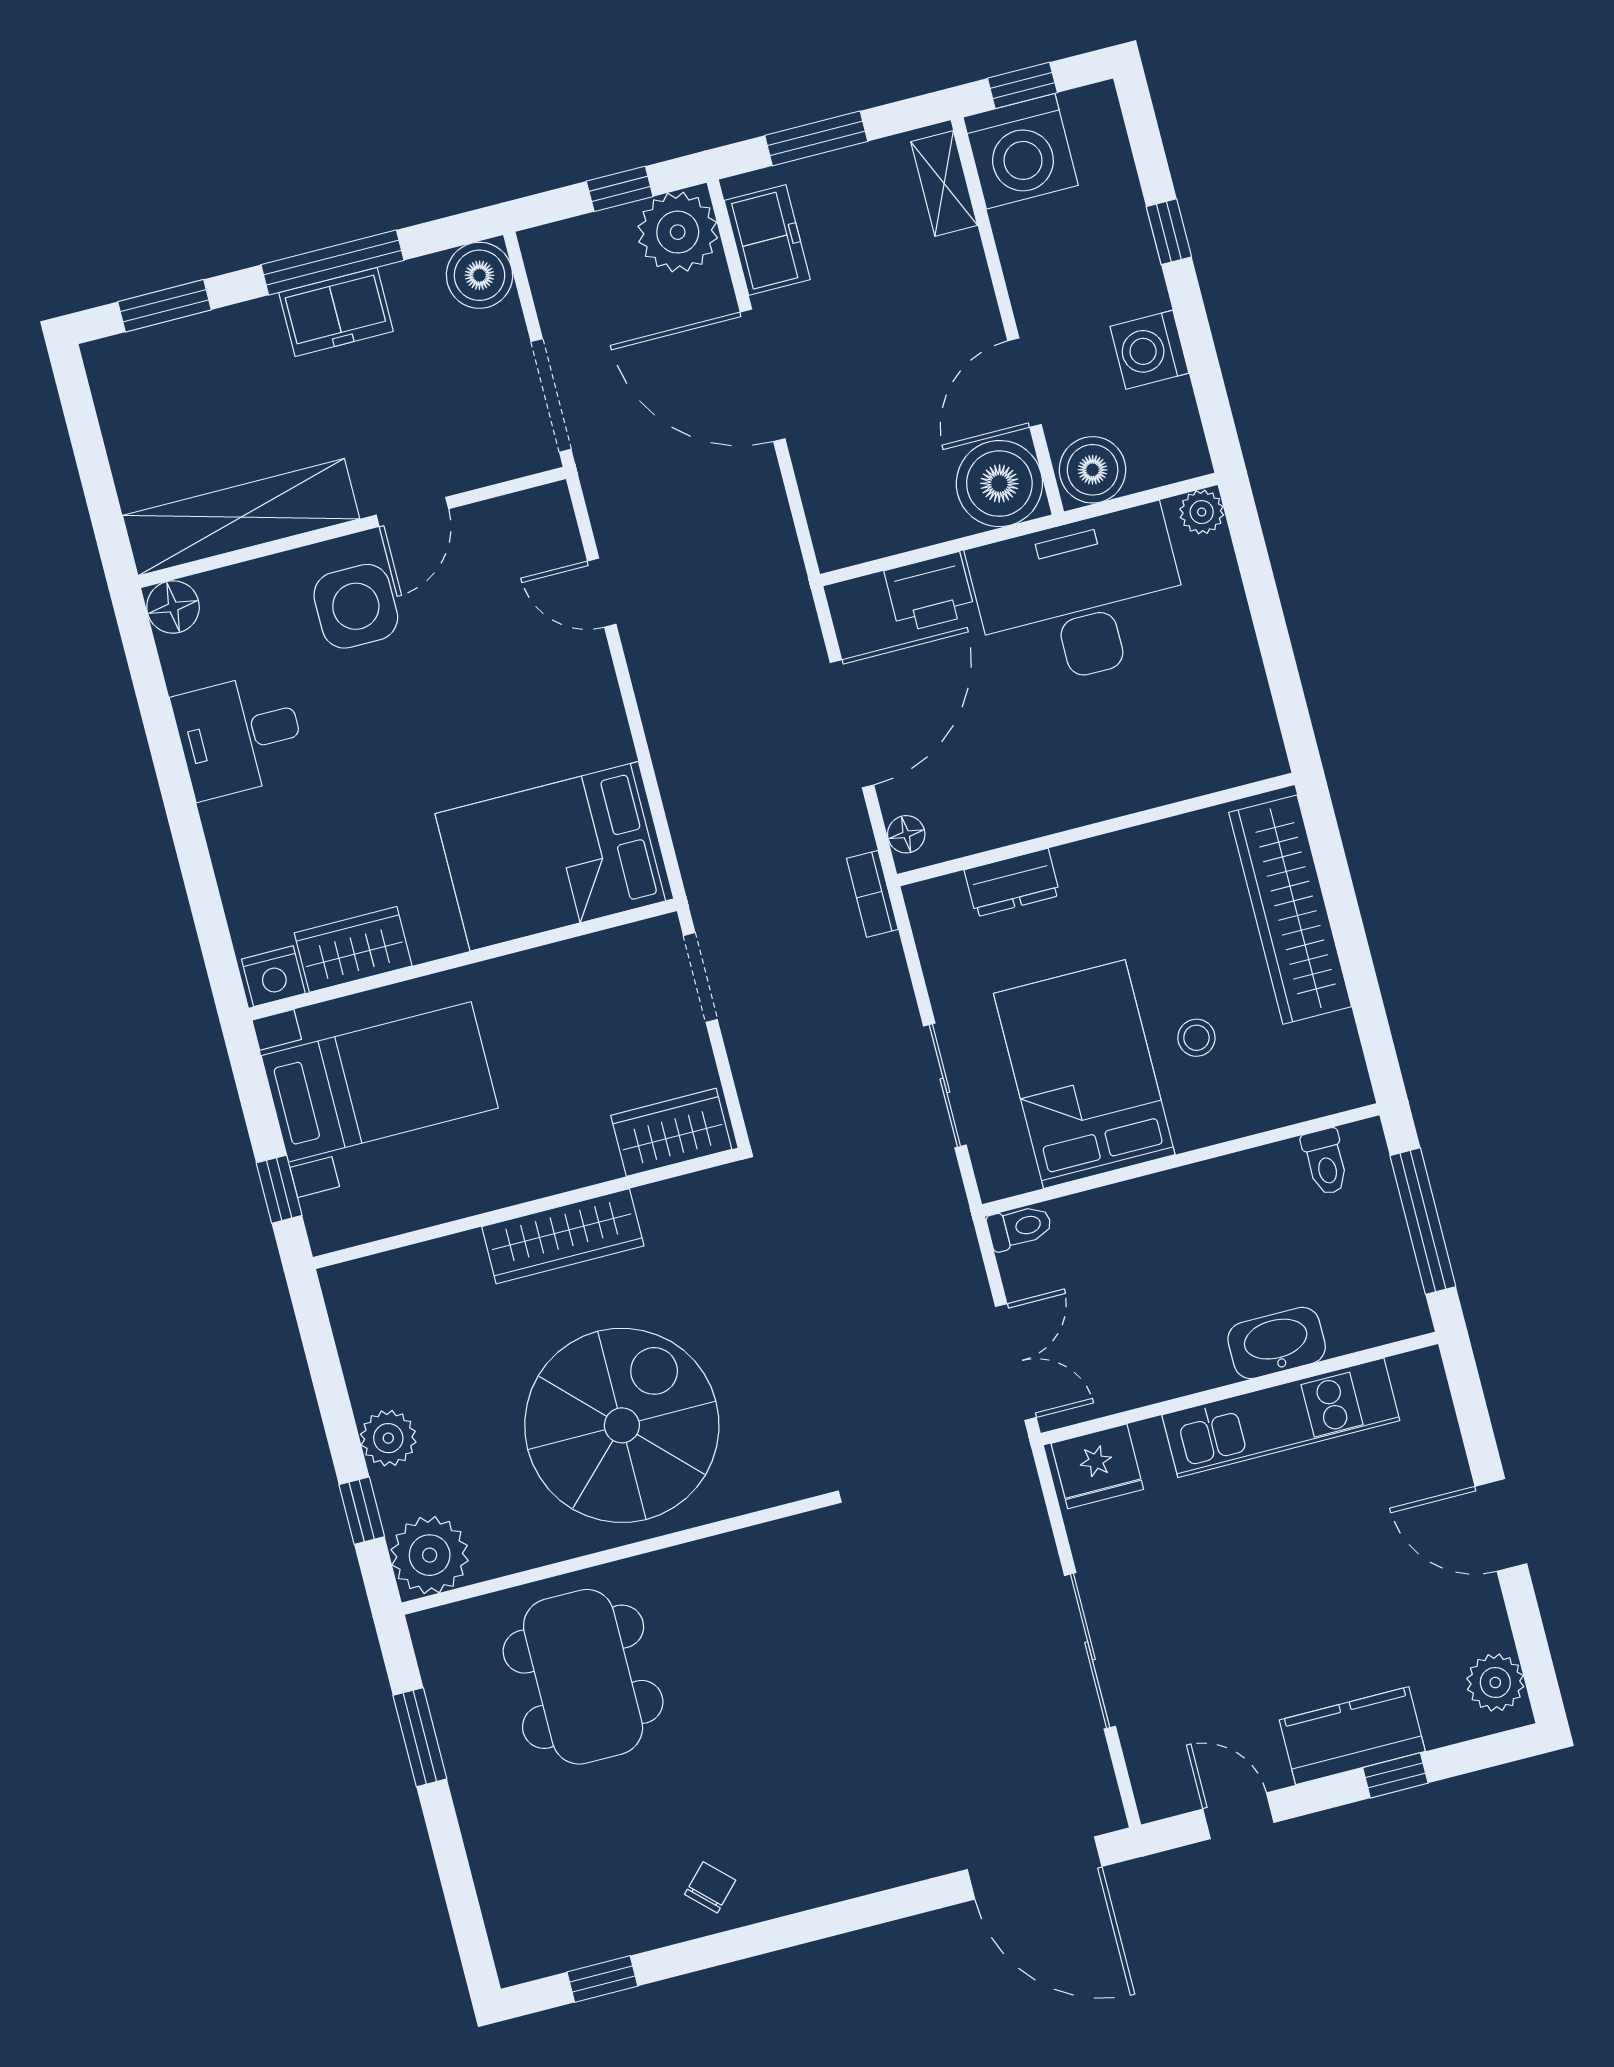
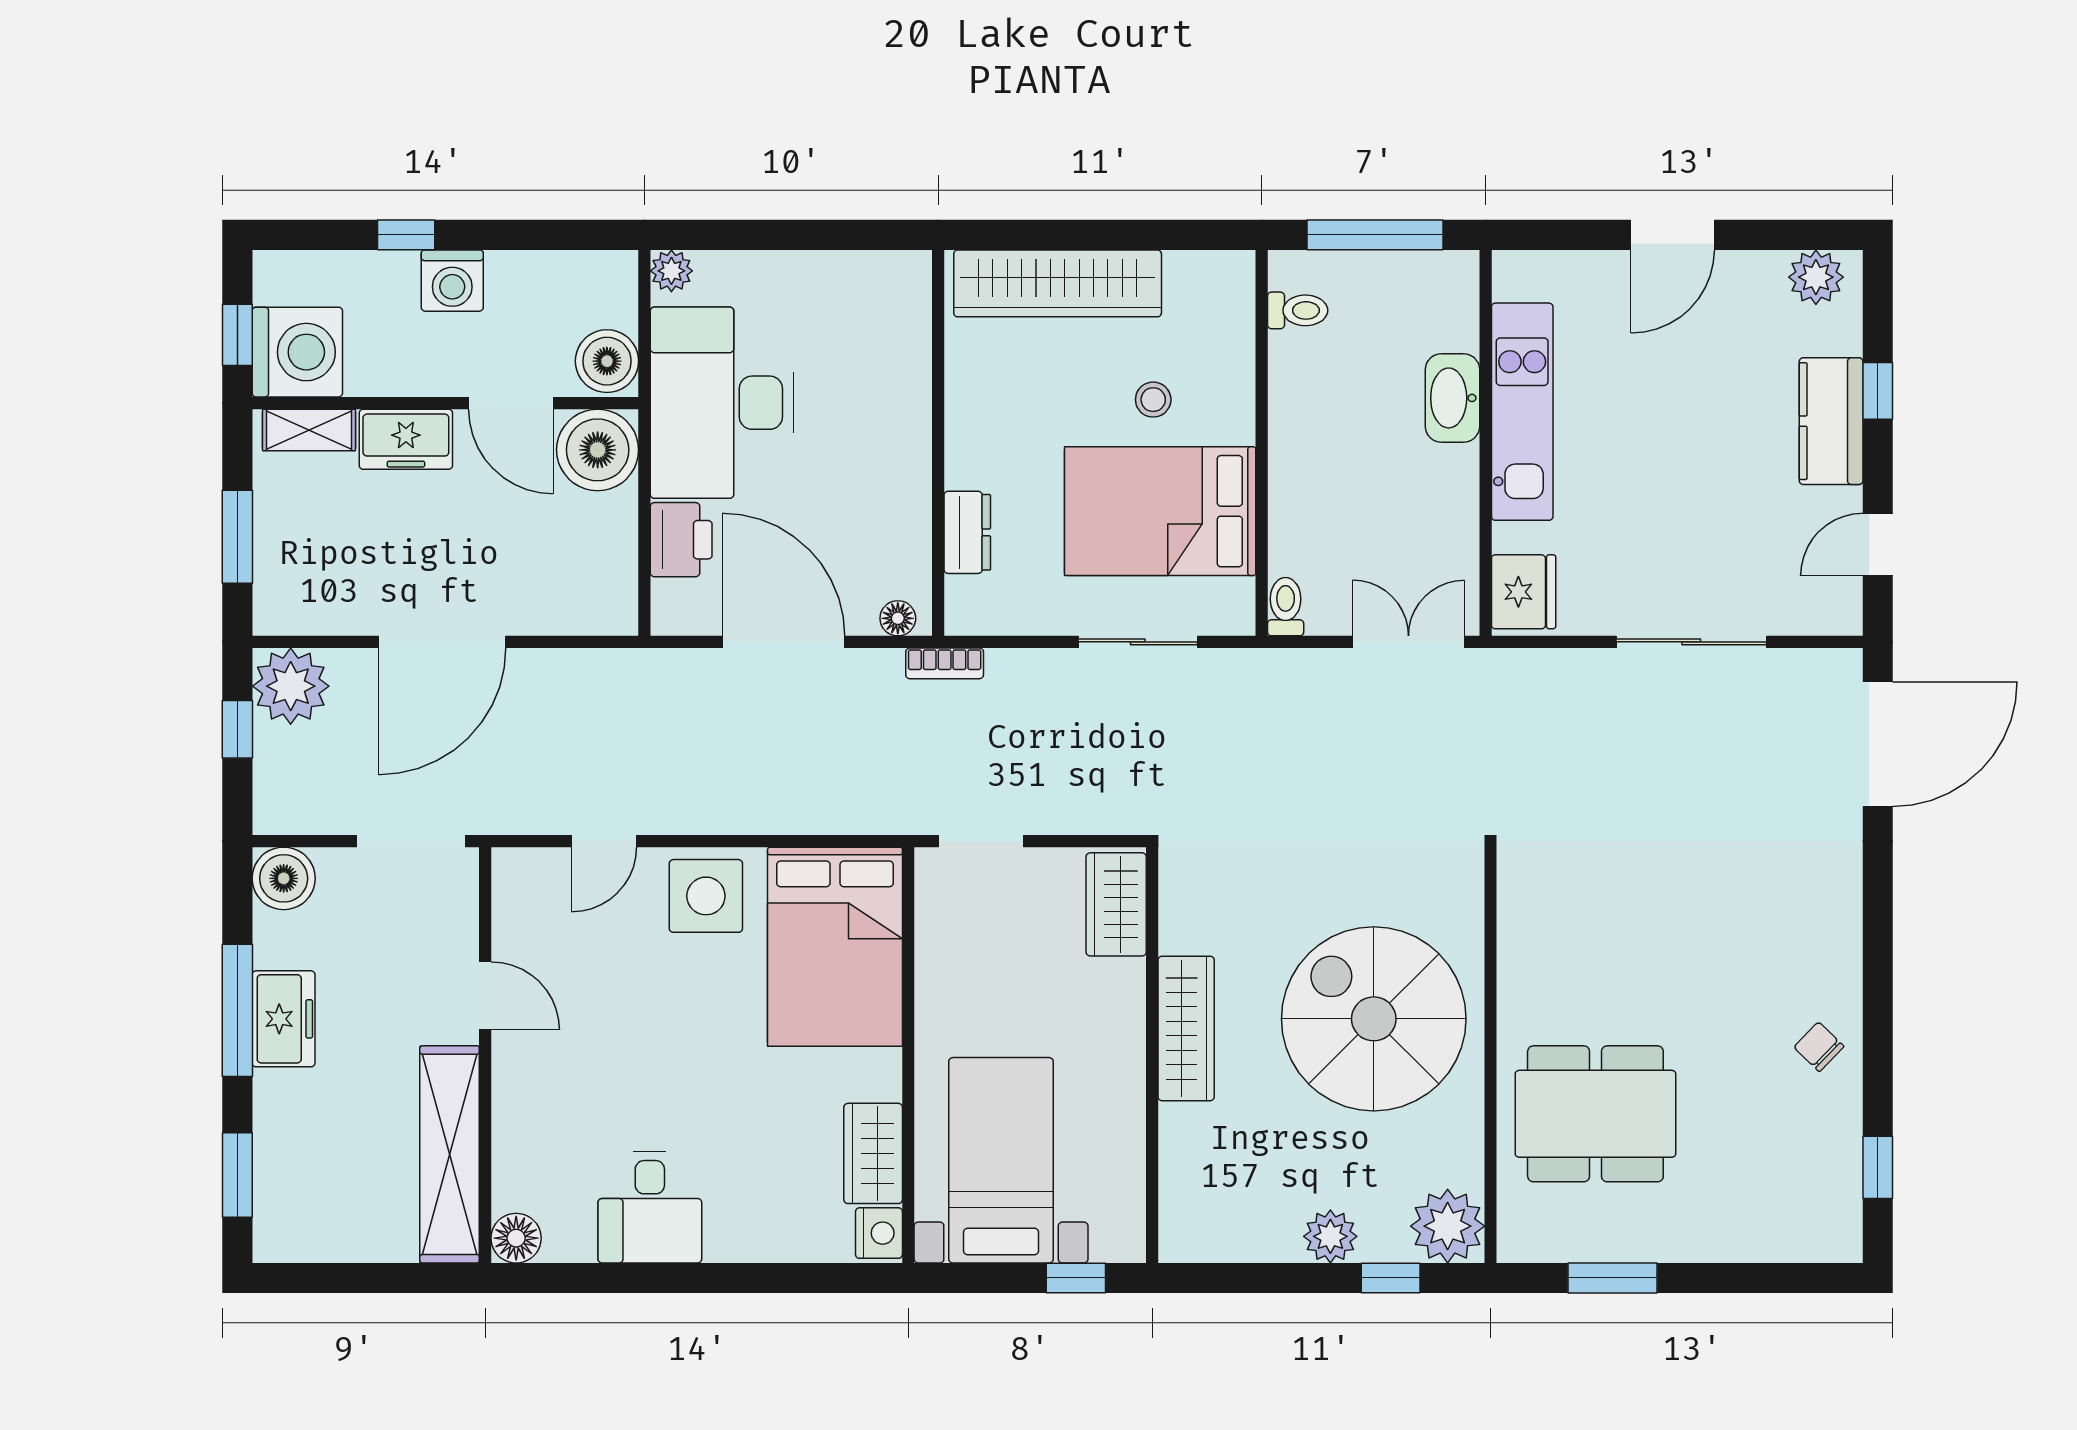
freezer: (767, 240) -> (406, 439), moved, turned 180
washing machine: (1149, 350) -> (452, 281), moved
side table: (356, 606) -> (706, 896), moved

